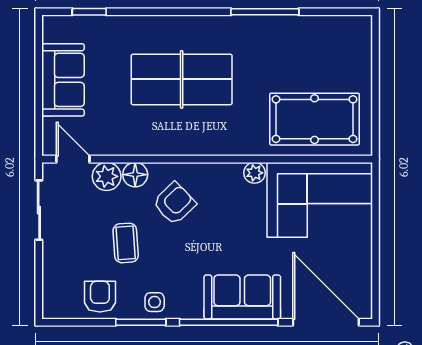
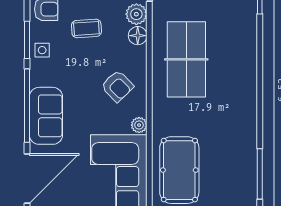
window: (265, 12) -> (260, 174), moved
table tennis table: (182, 79) -> (186, 59), moved
armchair: (174, 203) -> (117, 86), moved

